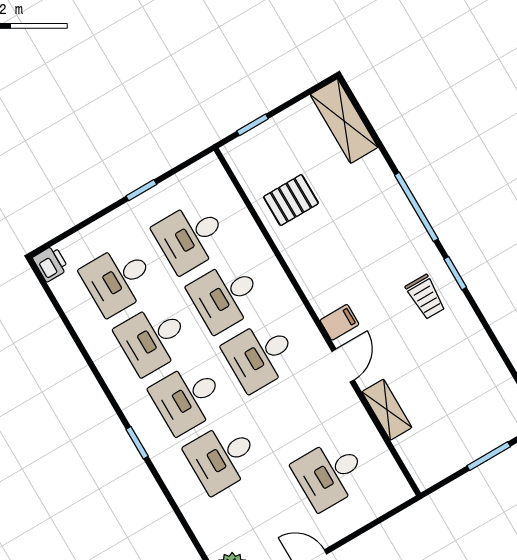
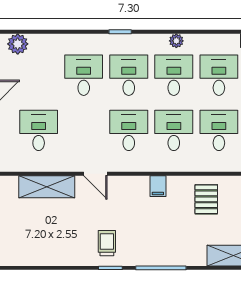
trolley: (426, 297) -> (107, 243), turned 90
filing cabinet: (339, 322) -> (158, 186), moved
plant: (106, 362) -> (176, 41), added
shelving: (387, 410) -> (47, 187), width x1.50, depth x1.33

